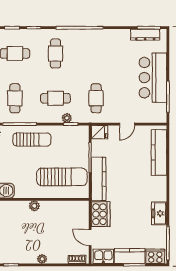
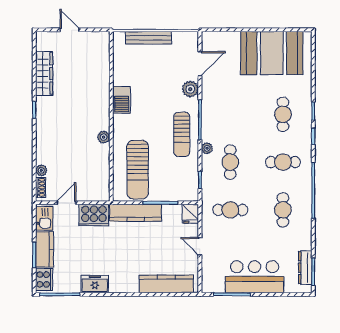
cafe table: (15, 98) -> (283, 210), moved, turned 90
plant: (67, 118) -> (207, 148), moved
plant: (42, 259) -> (41, 170), moved

